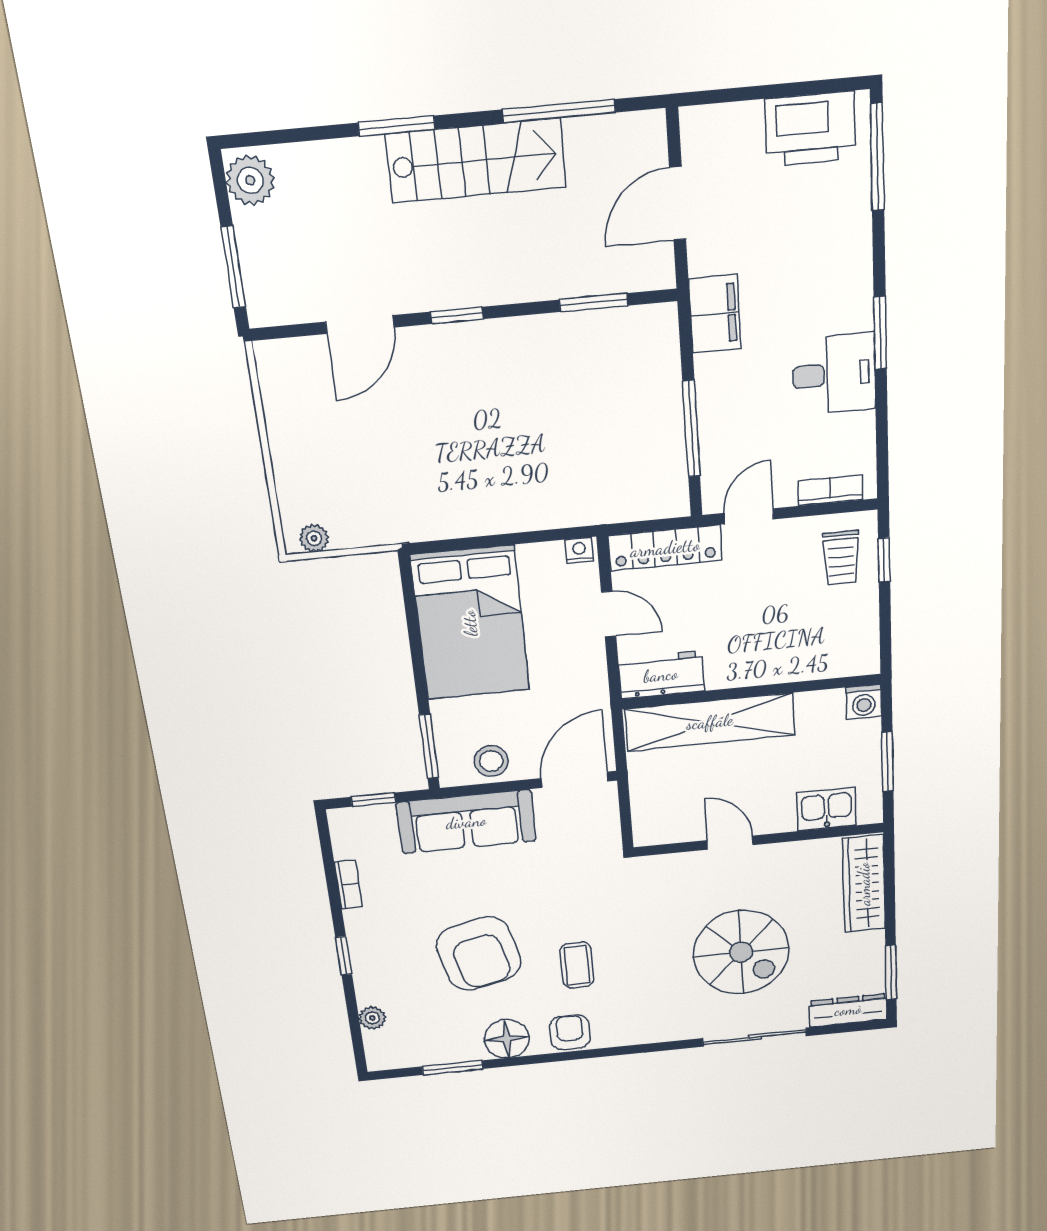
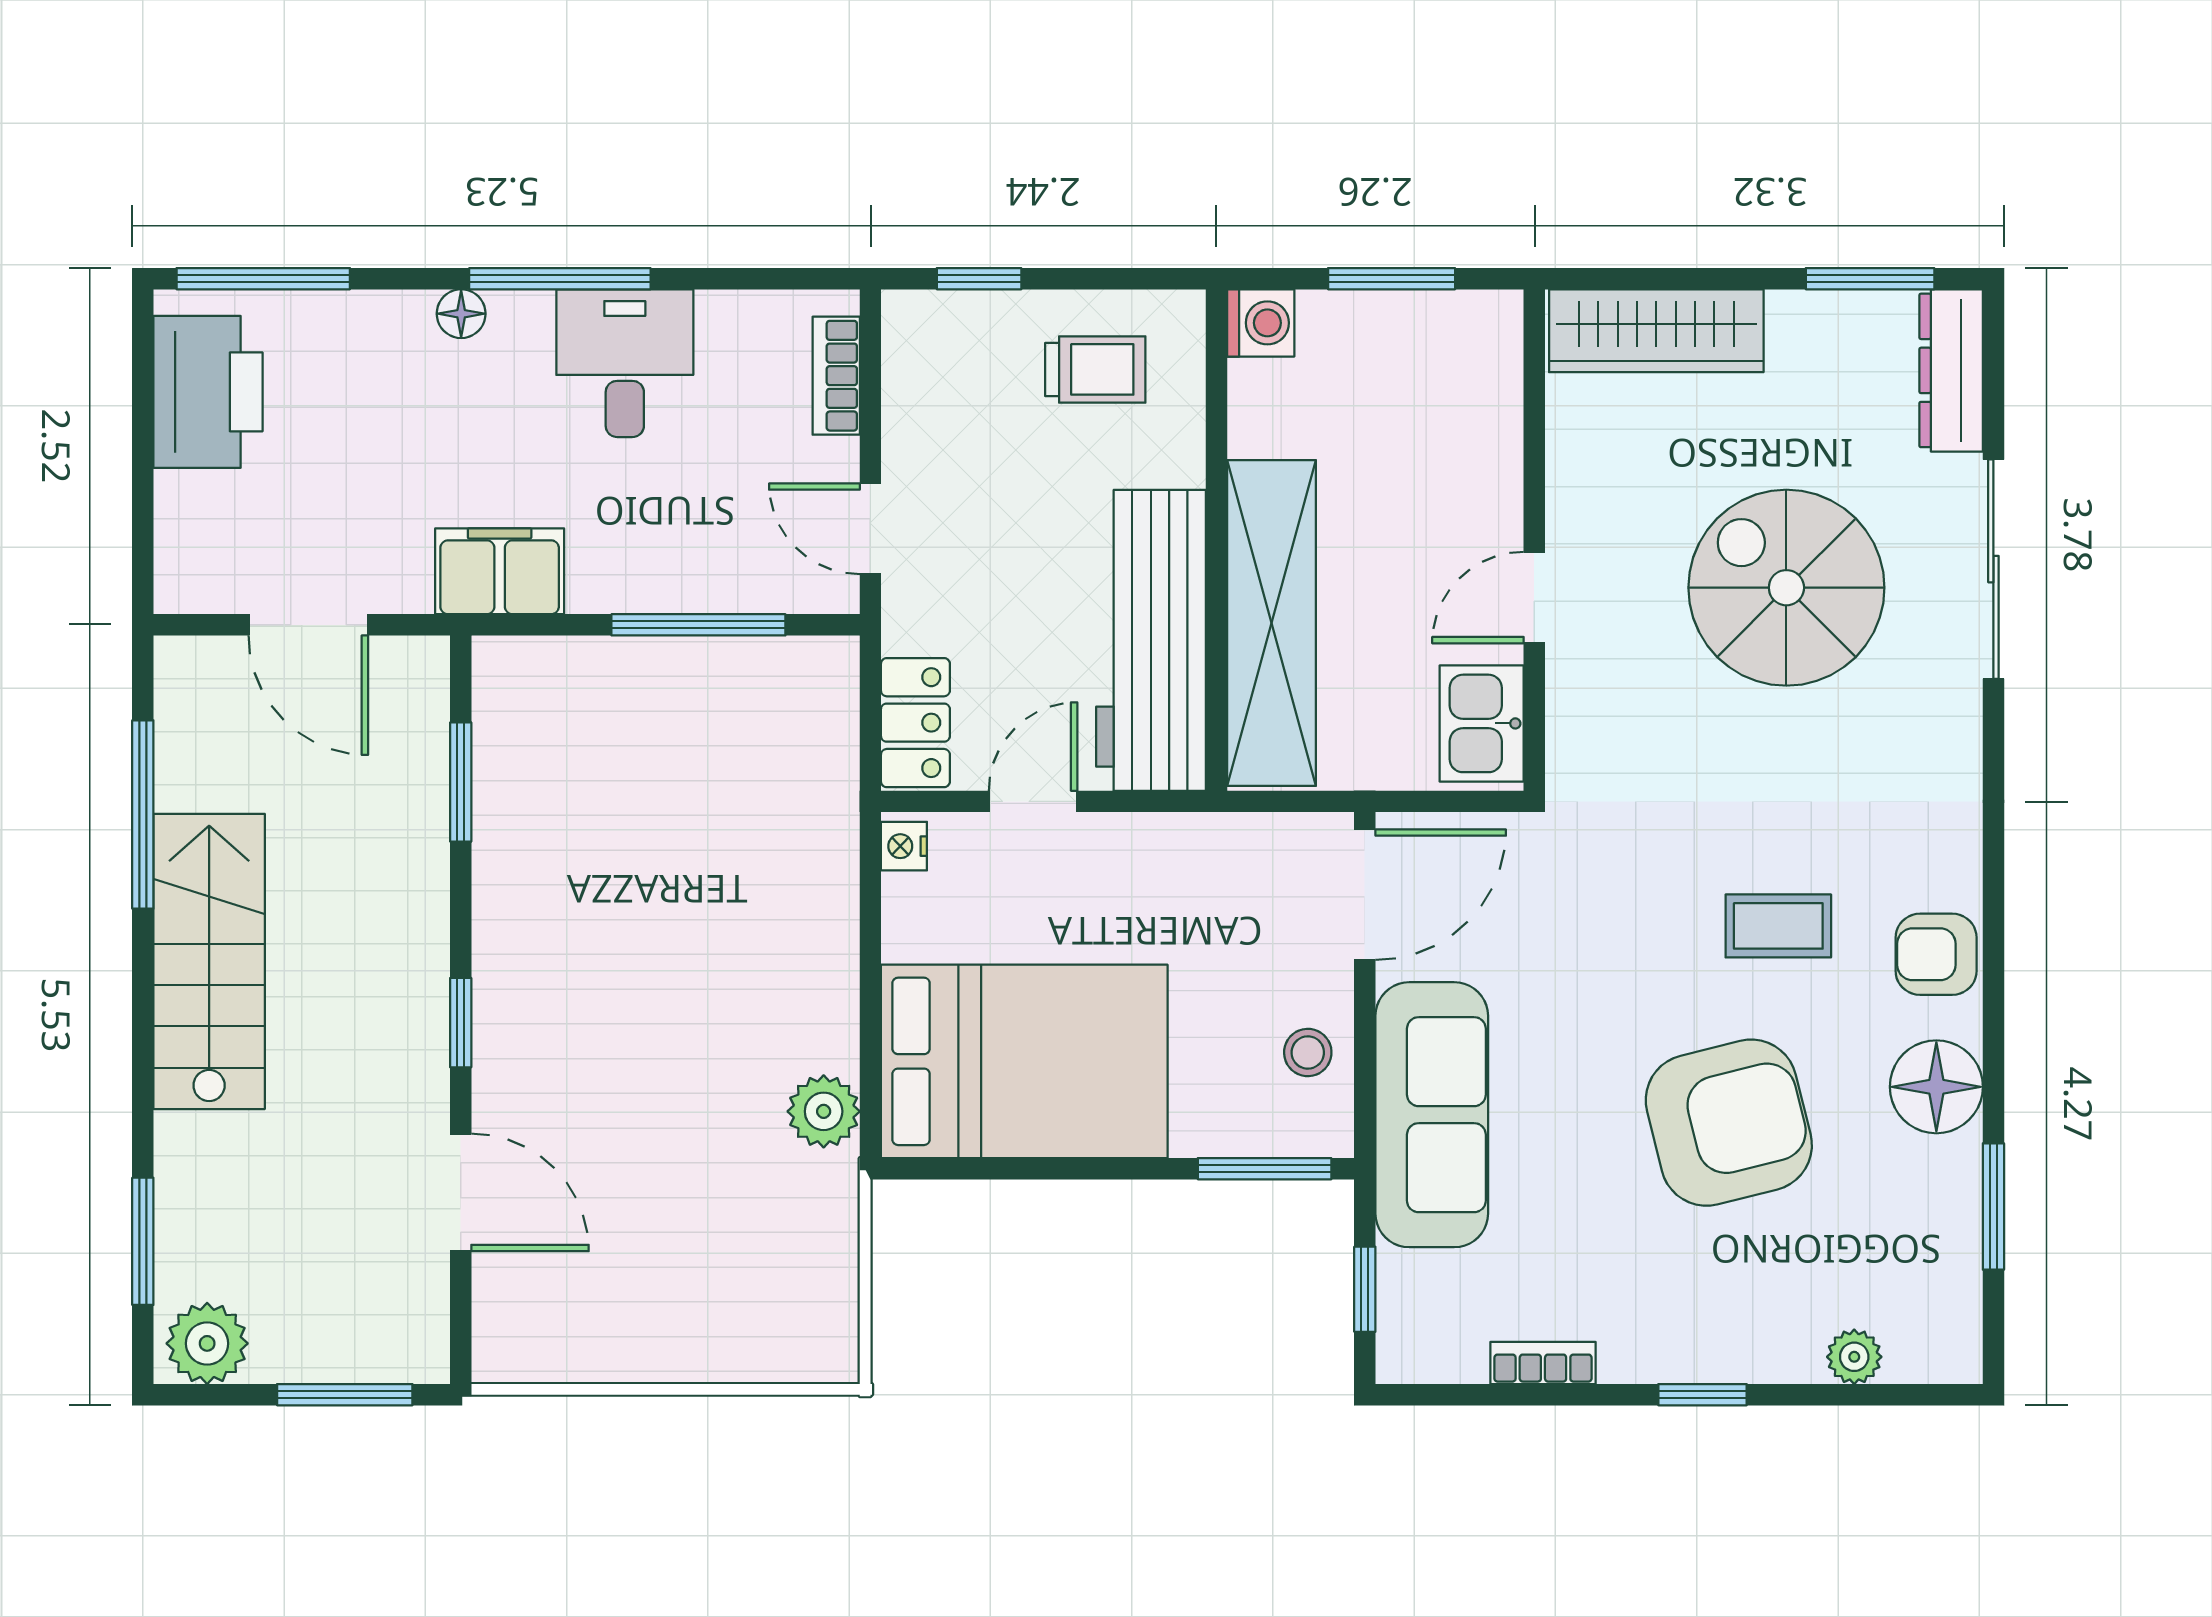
window: (397, 126) -> (143, 1241), moved
floor lamp: (859, 278) -> (461, 314), added
window: (880, 333) -> (560, 279), width x1.44
plant: (314, 538) -> (824, 1111), moved, width x1.38, depth x1.38
locker: (665, 548) -> (915, 723), width x0.66
trolley: (841, 558) -> (1095, 369), moved
workbench: (661, 675) -> (1151, 640), width x1.88, depth x1.32
stool: (491, 761) -> (1308, 1052), width x0.73, depth x0.73
door: (575, 780) -> (1365, 895), swing flipped
kitchen sink: (826, 809) -> (1482, 723), moved
spiral stairs: (741, 952) -> (1786, 588), turned -90

